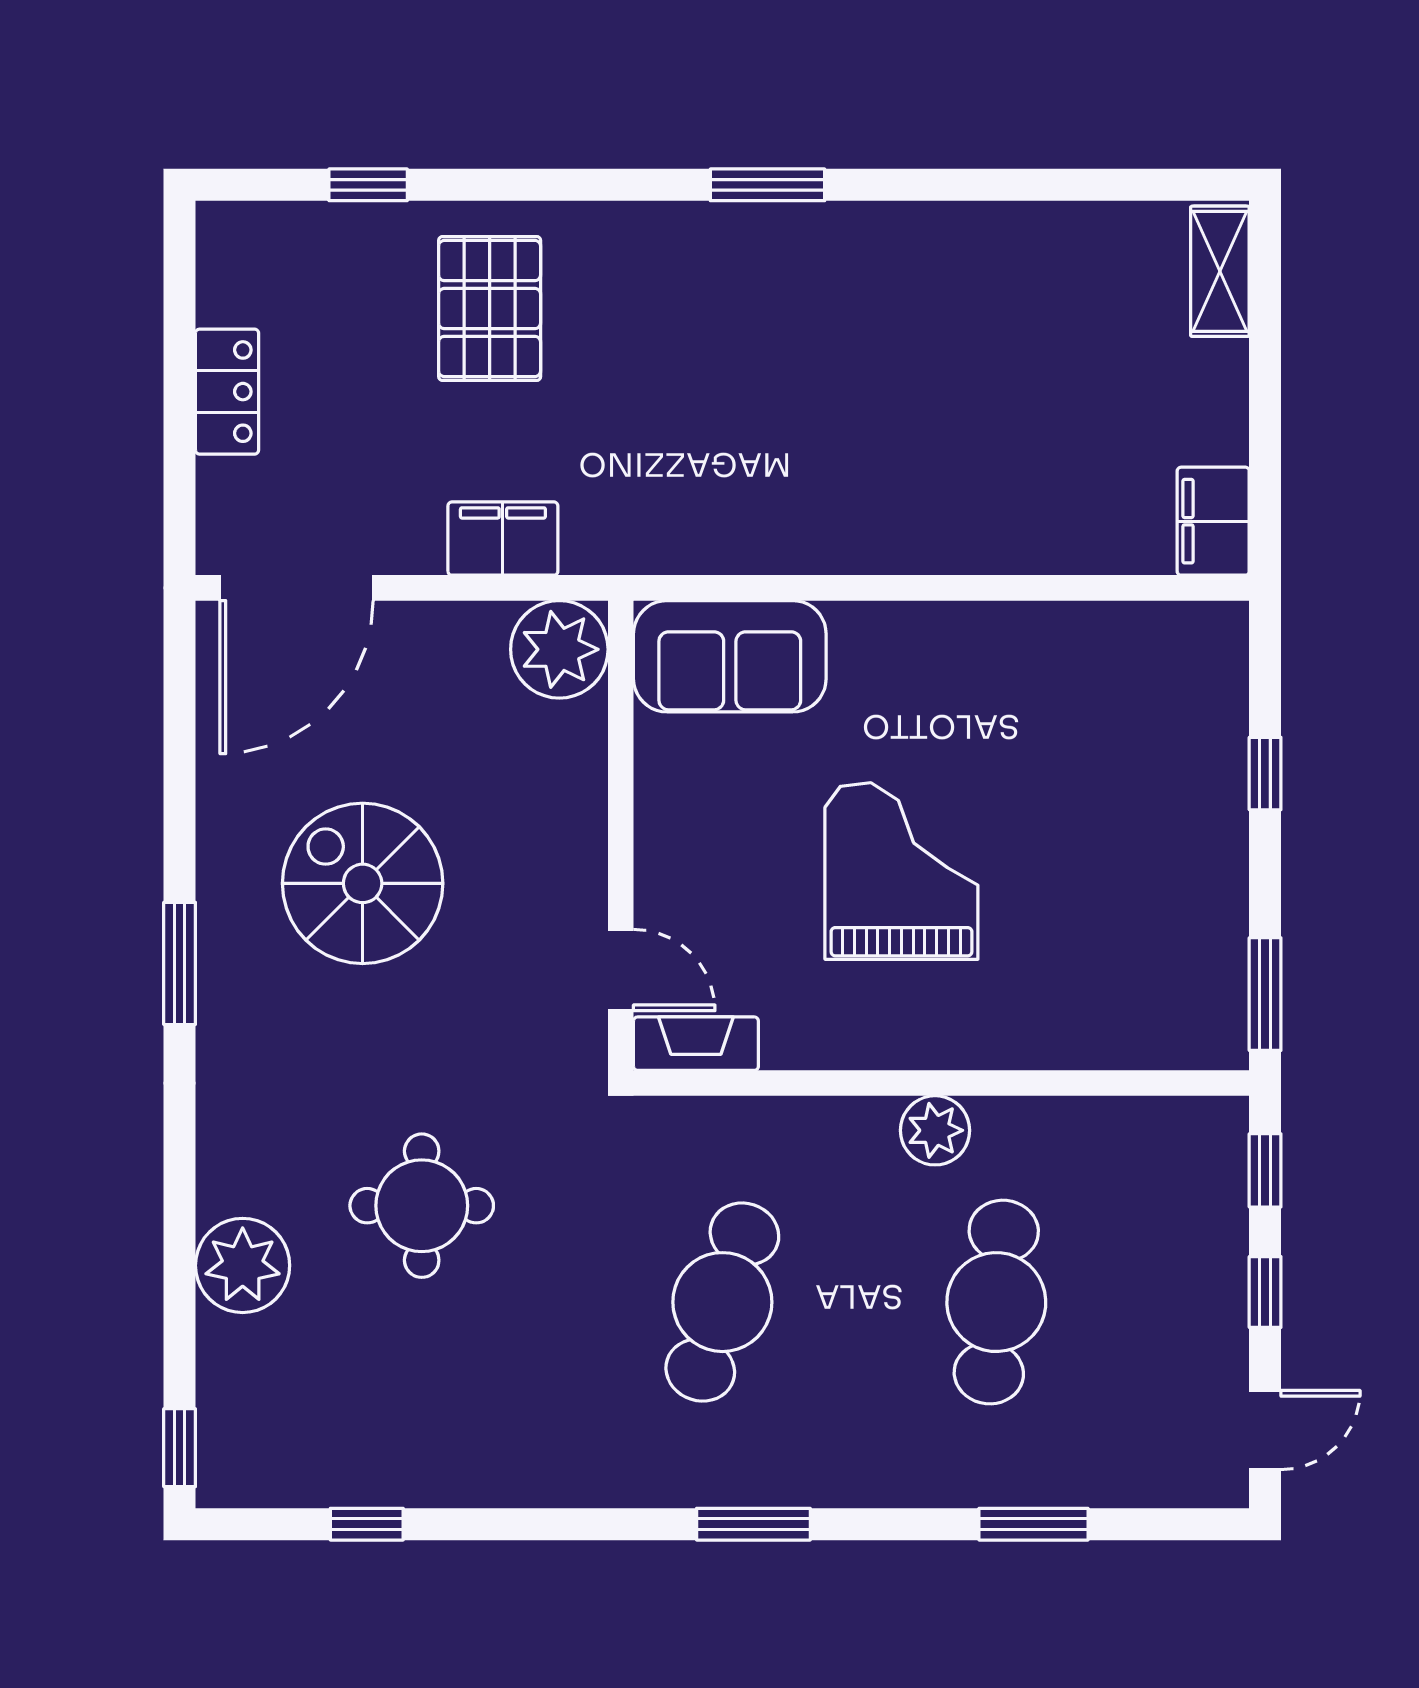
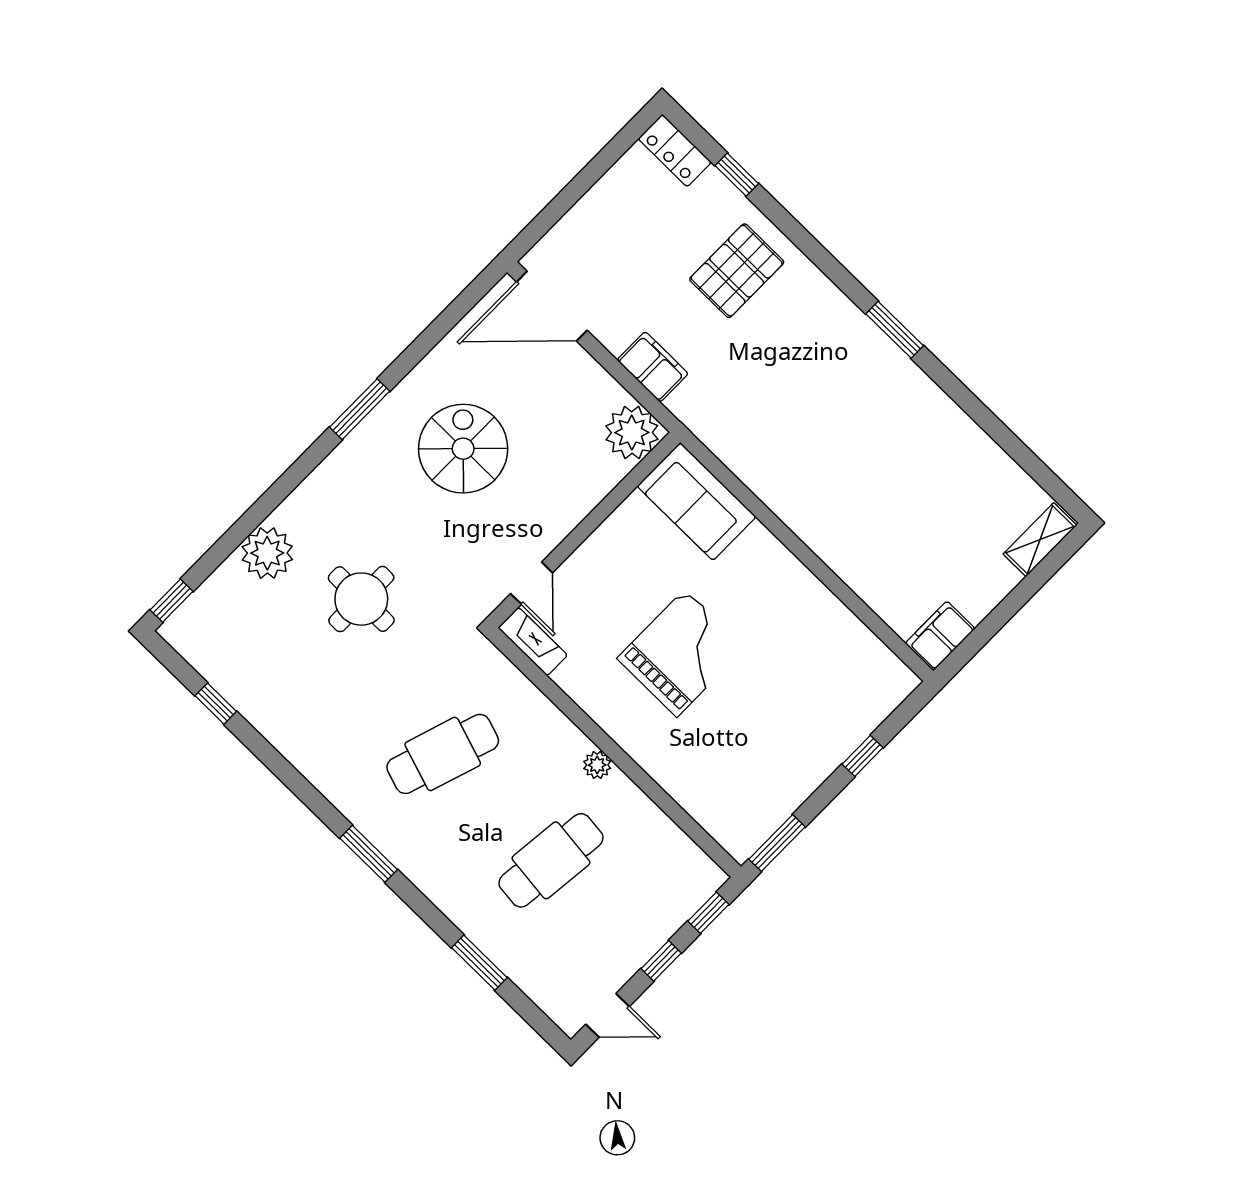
locker: (227, 392) -> (675, 151), moved, turned 90
plant: (935, 1130) -> (597, 765), width x0.73, depth x0.73

